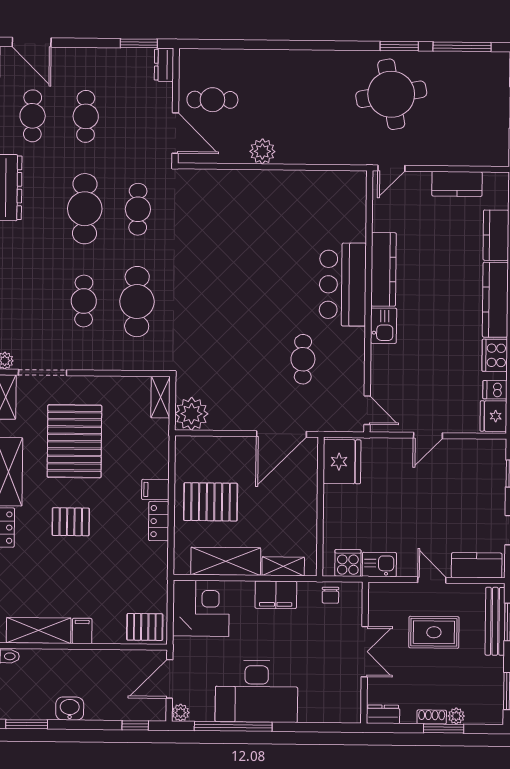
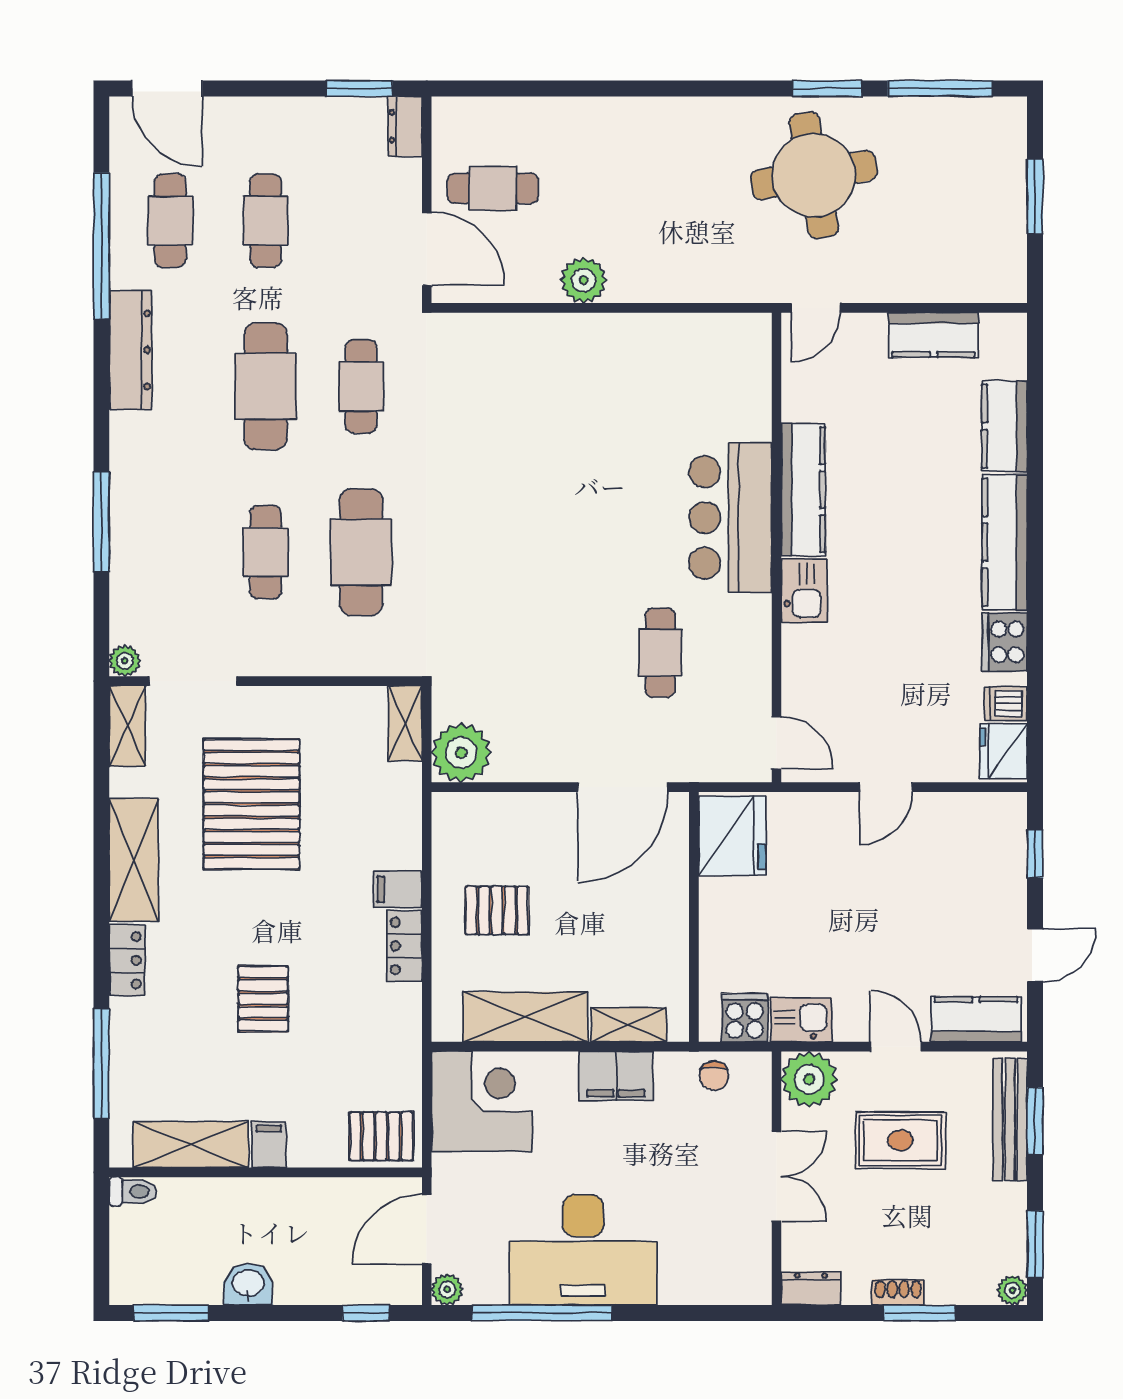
pallet: (211, 502) -> (497, 910), width x0.67, depth x0.71
pallet: (71, 522) -> (263, 999), moved, turned 90
plant: (383, 598) -> (809, 1079), added
plant: (456, 716) -> (1012, 1290), moved

